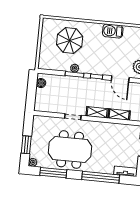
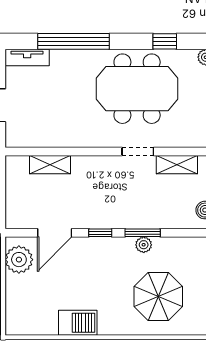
door: (120, 79) -> (55, 233), swing flipped
shelving: (97, 112) -> (177, 165), moved
window: (53, 173) -> (165, 41), width x0.46

